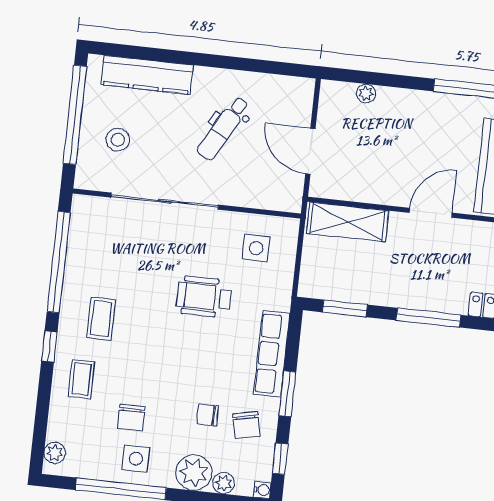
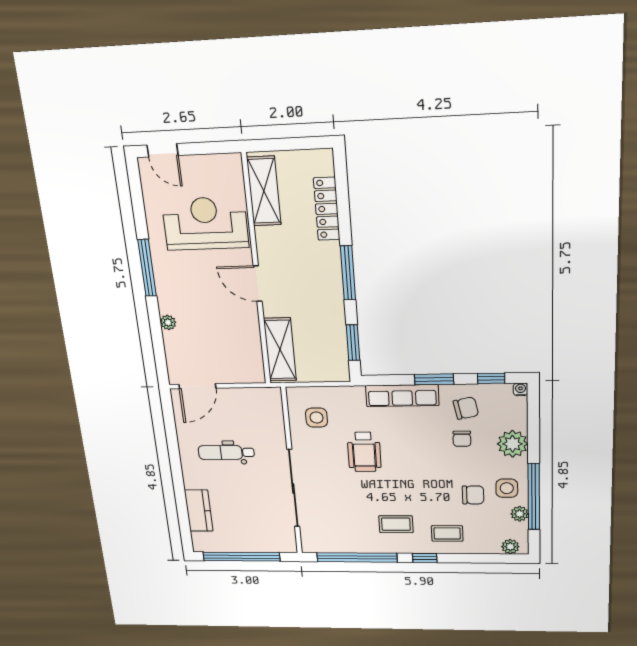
kitchen counter: (147, 75) -> (199, 511), width x0.67
plant: (366, 93) -> (168, 322), moved
dental chair: (223, 128) -> (226, 453), turned 151
stool: (118, 140) -> (253, 526), removed
door: (310, 151) -> (197, 386), moved
plant: (224, 483) -> (520, 514), moved

